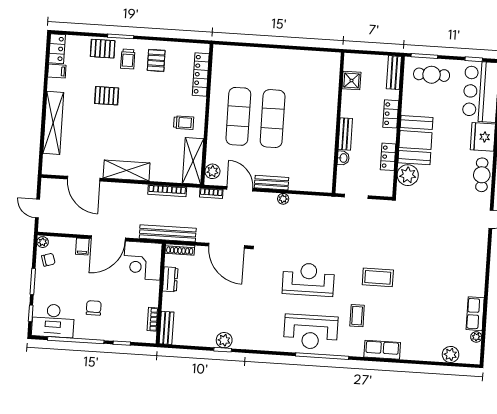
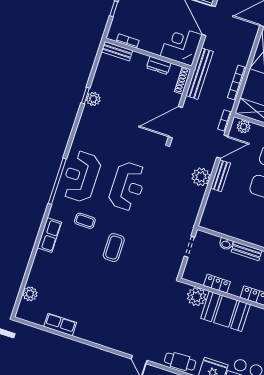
plant: (283, 199) -> (201, 177), width x1.88, depth x1.88
plant: (476, 337) -> (39, 320), removed

